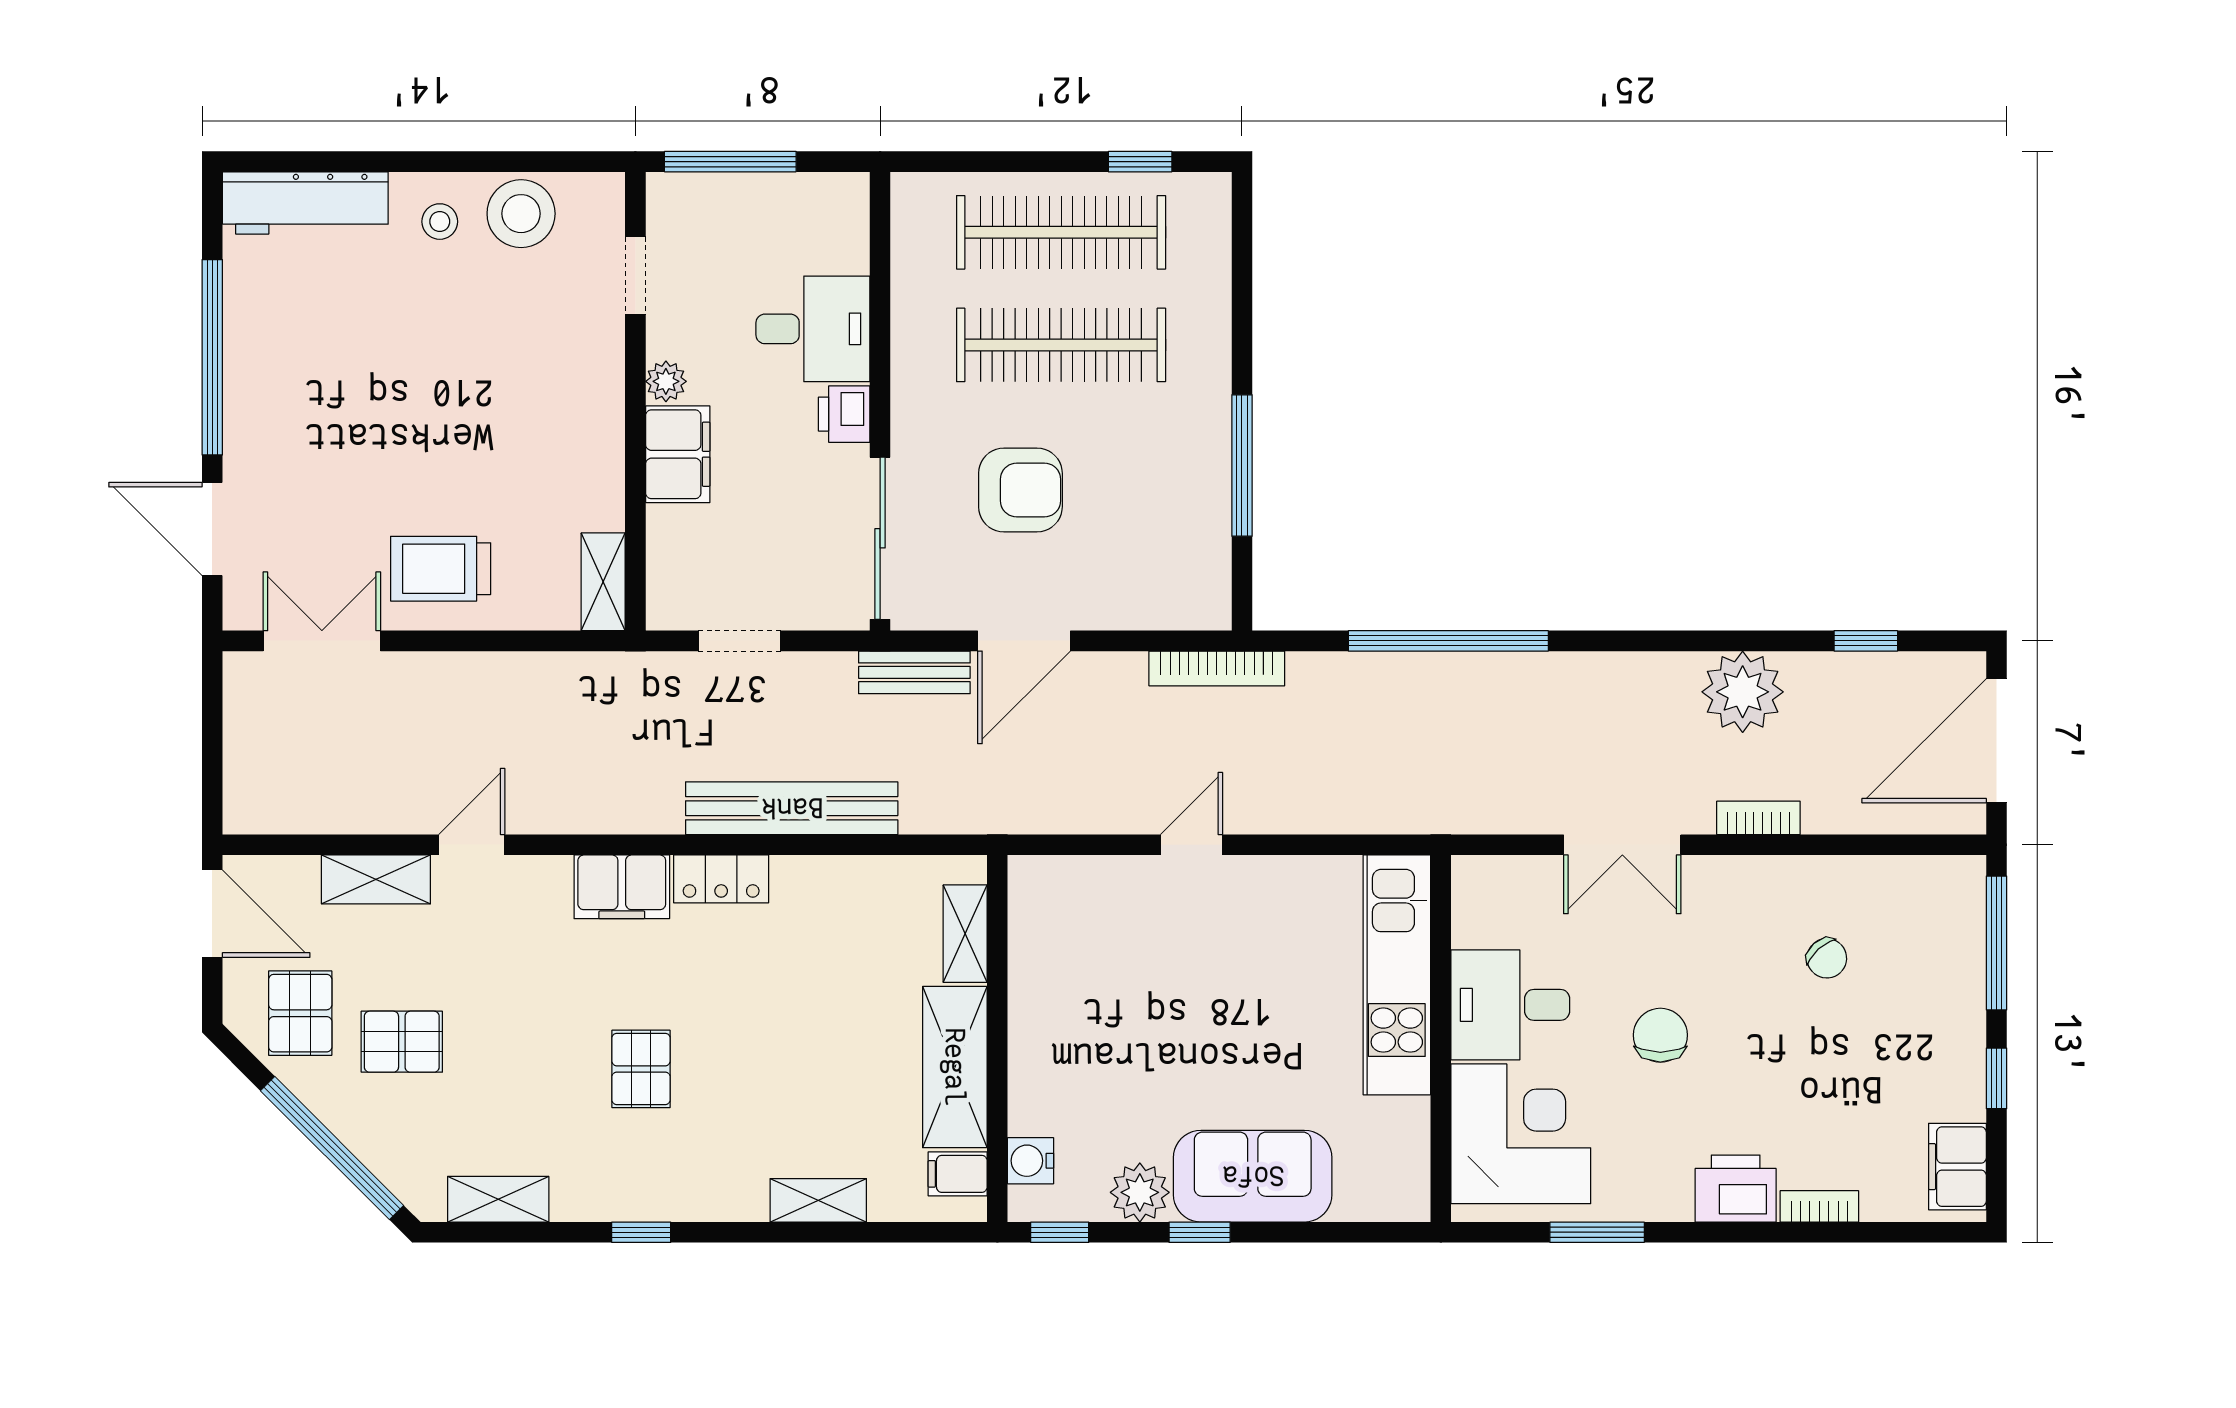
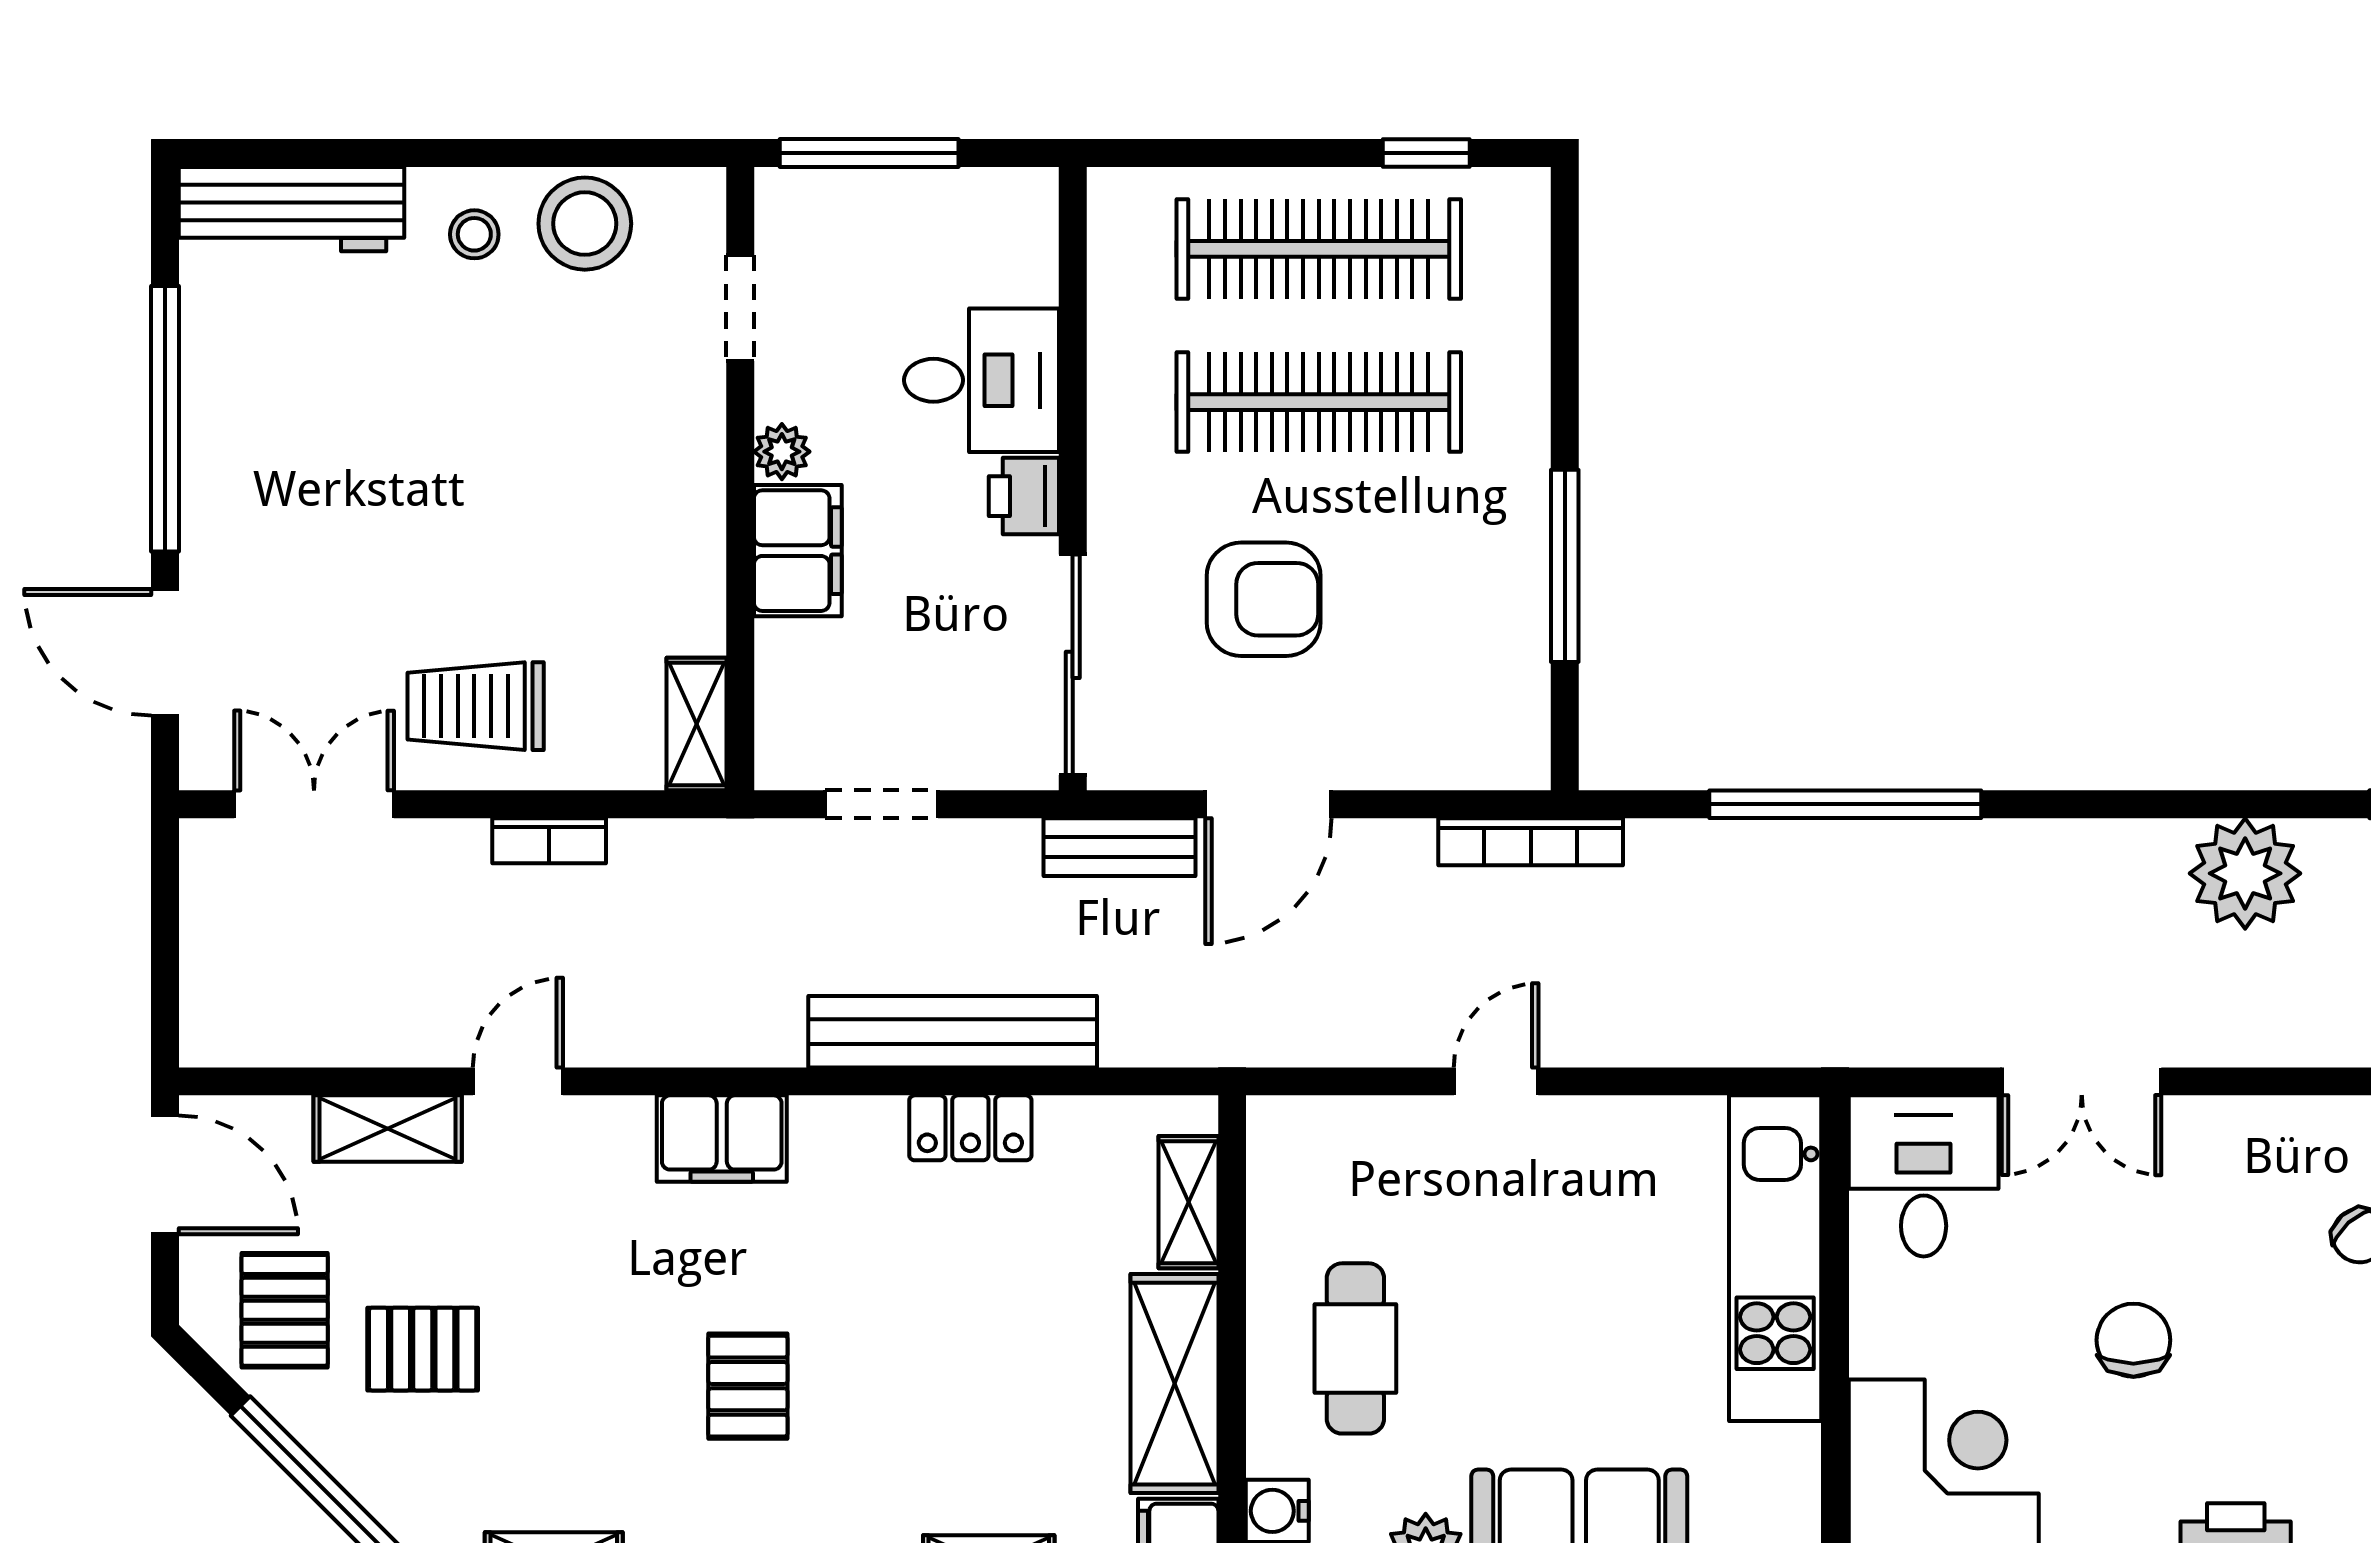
bookcase: (1758, 818) -> (549, 841), moved, turned 180
locker: (721, 879) -> (970, 1128), moved
desk: (1510, 1005) -> (1924, 1176), moved, turned 90
cafe table: (1088, 1041) -> (1355, 1348), added

